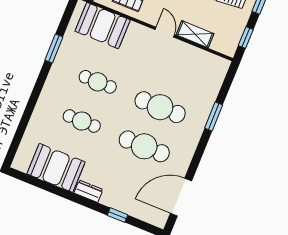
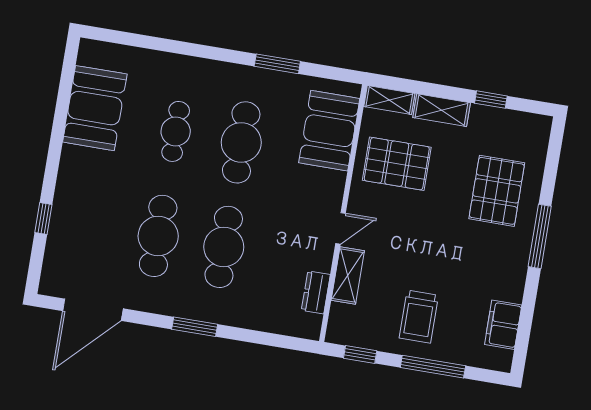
cafe table: (98, 82) -> (241, 142), width x1.37, depth x1.35
window: (214, 116) -> (195, 327), moved
dresser: (89, 191) -> (316, 292), moved, turned 180
door: (181, 197) -> (93, 310), swing flipped

